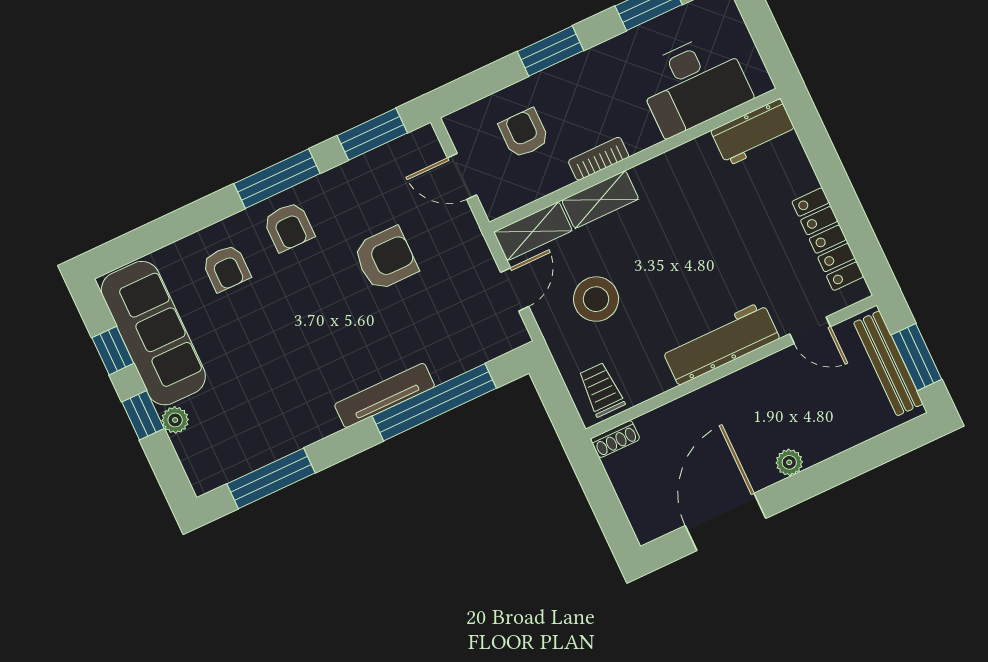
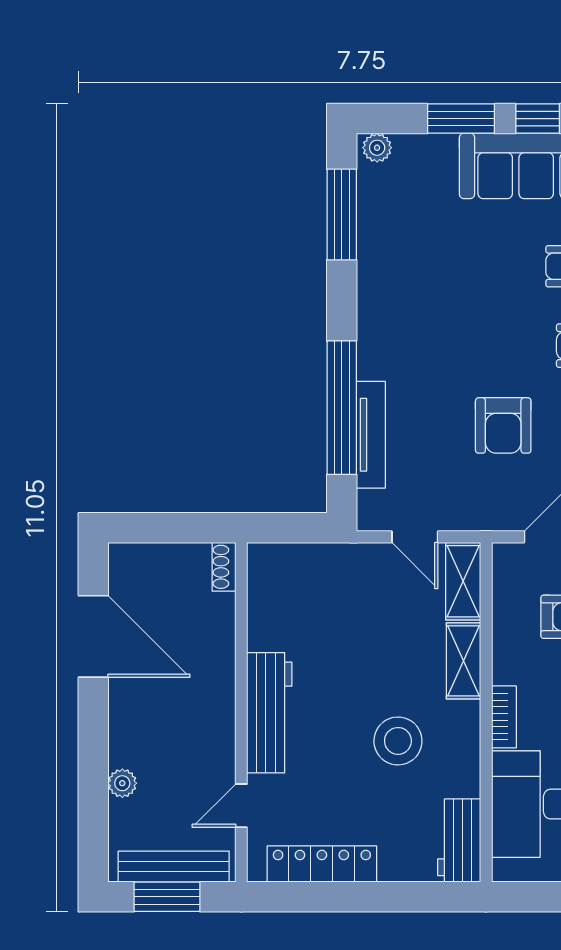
bookcase: (599, 159) -> (504, 717), moved
stool: (596, 299) -> (398, 741), moved
trolley: (601, 390) -> (278, 576), removed
tv unit: (385, 395) -> (371, 435), moved
window: (143, 415) -> (461, 119), width x1.50
plant: (175, 420) -> (377, 148), moved
plant: (789, 462) -> (122, 783), moved

